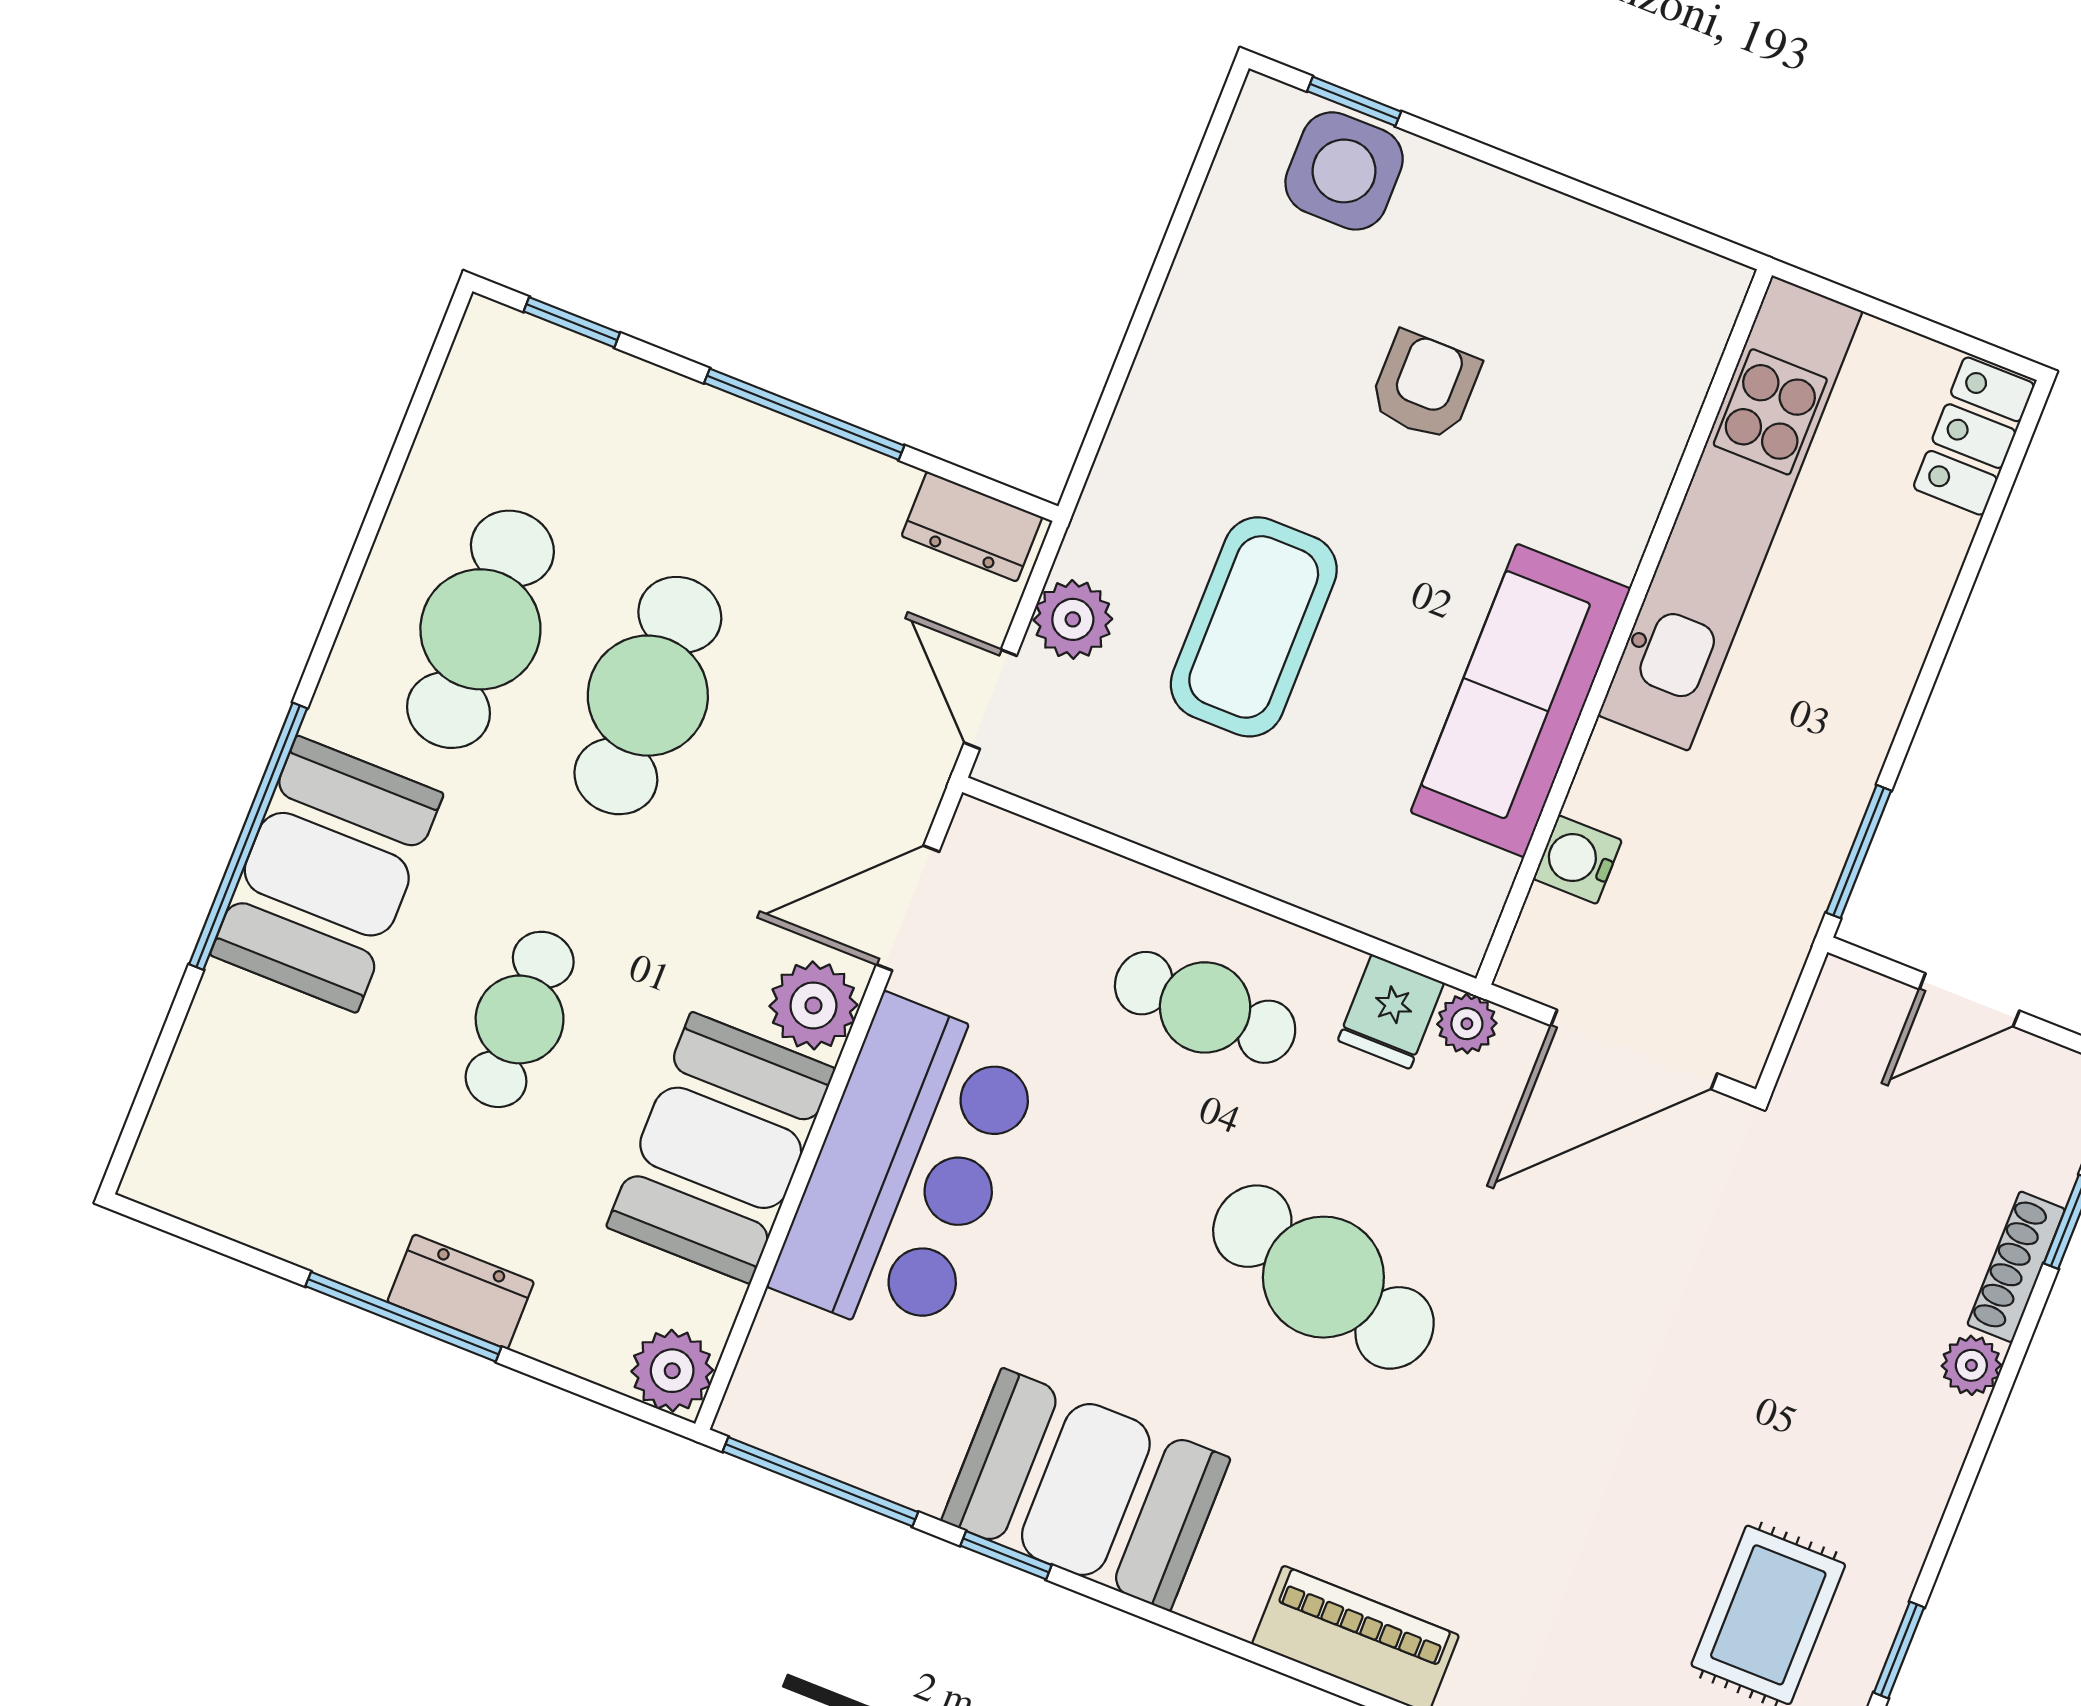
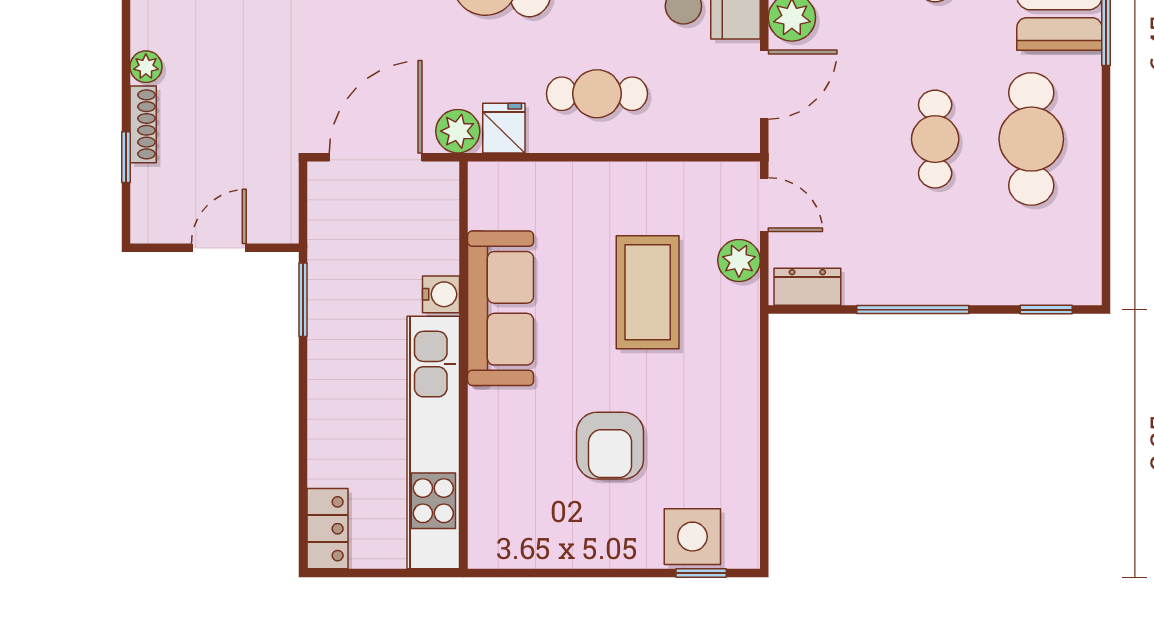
armchair: (1425, 386) -> (610, 446), width x1.38, depth x1.38
cafe table: (648, 696) -> (935, 139), width x0.73, depth x0.74
water cooler: (1578, 860) -> (441, 294), moved
plant: (1467, 1024) -> (458, 131), width x1.38, depth x1.38

